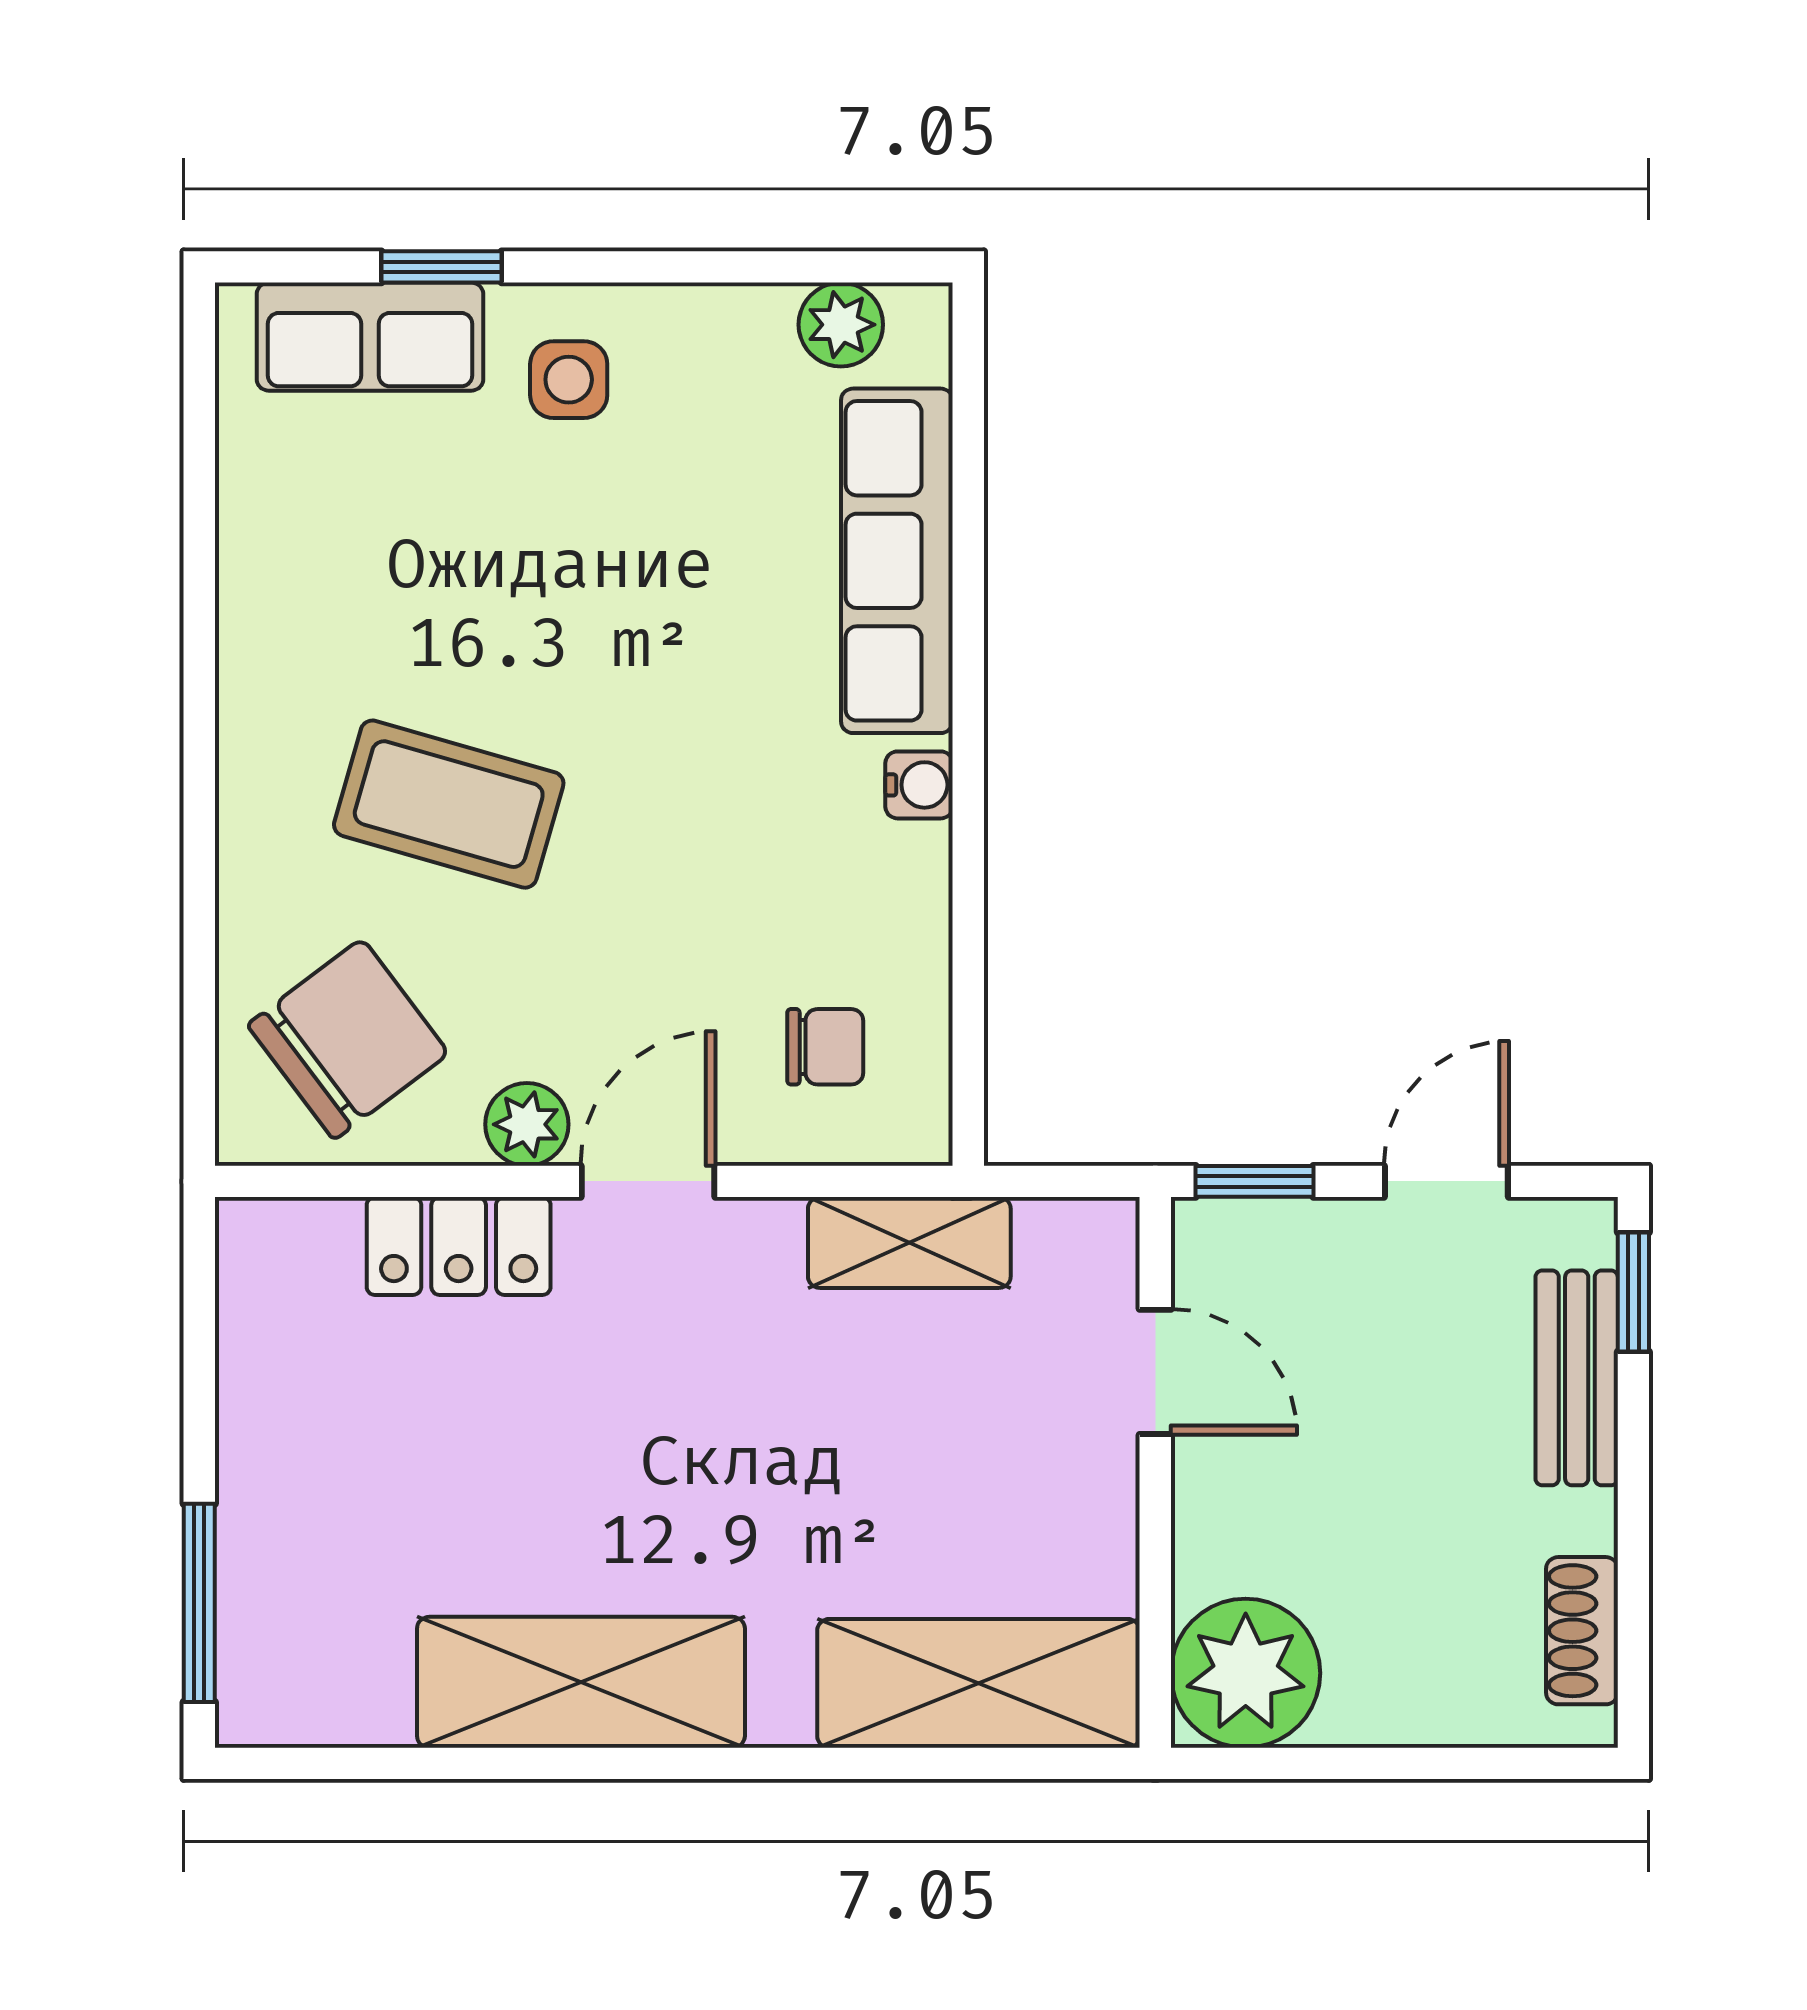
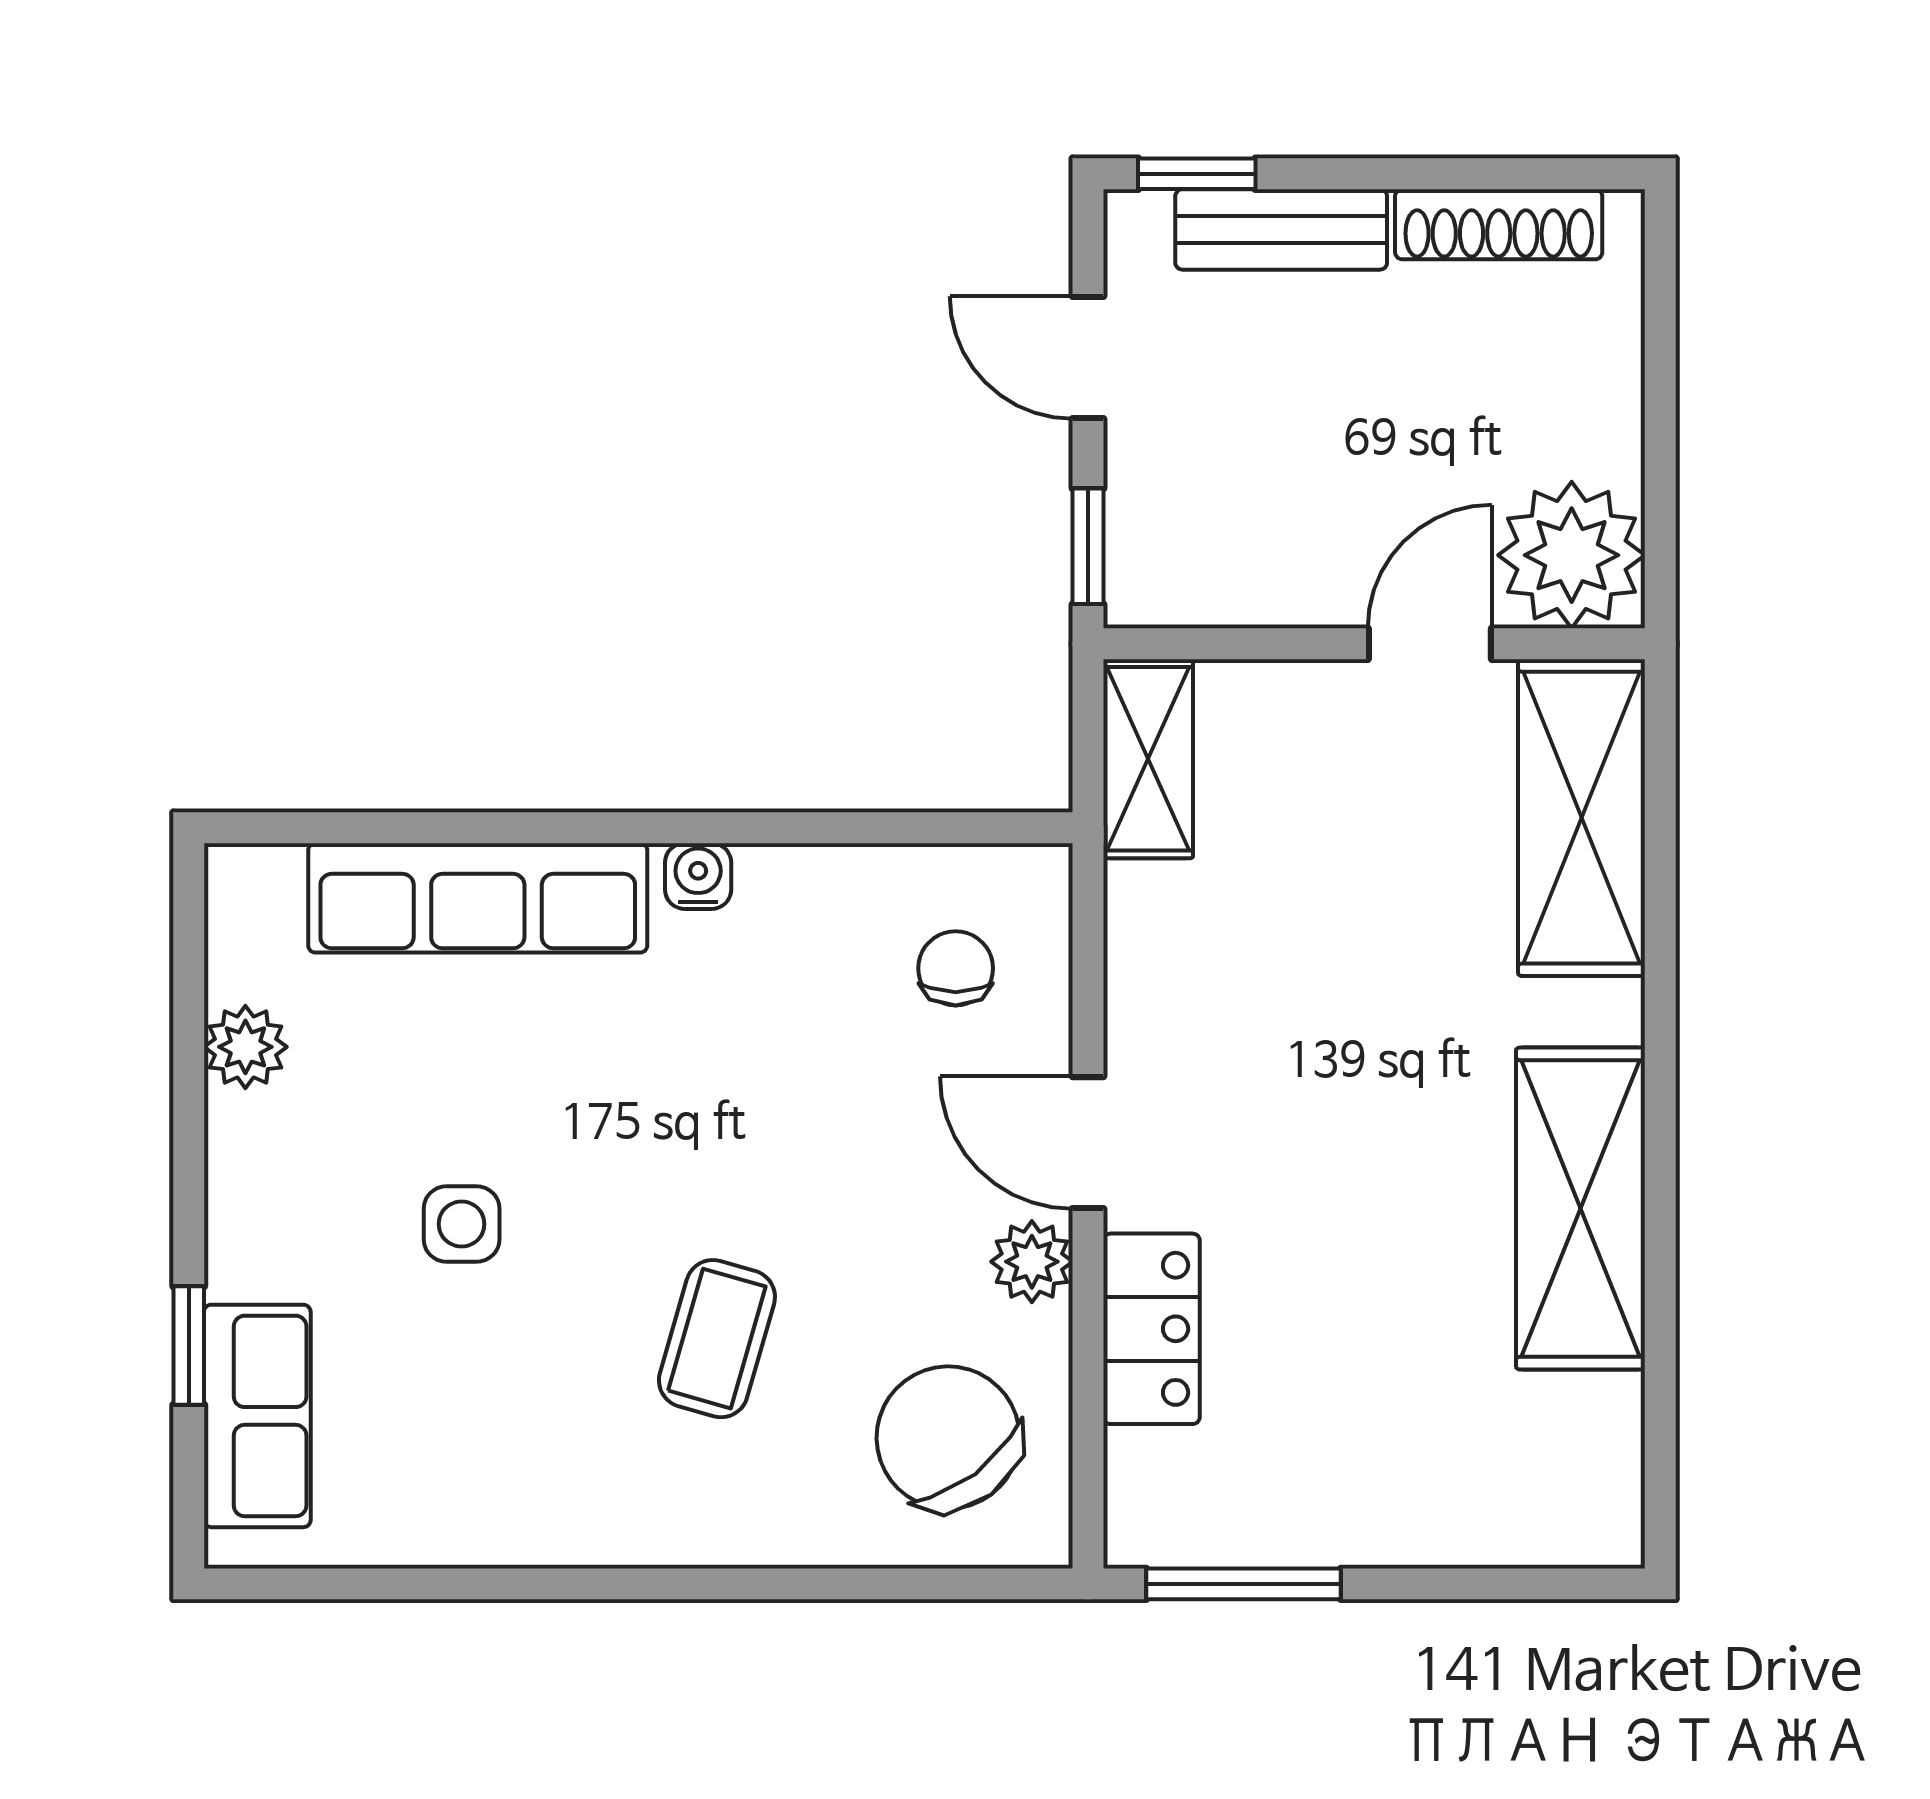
plant: (841, 325) -> (245, 1047), moved
side table: (569, 380) -> (462, 1224), moved
coffee table: (449, 804) -> (717, 1339), width x0.73, depth x0.77
shelving: (909, 1243) -> (1148, 759), moved
door: (1155, 1372) -> (1430, 644), moved
window: (199, 1603) -> (1243, 1584), moved
shoe rack: (1582, 1631) -> (1499, 224), width x1.43

